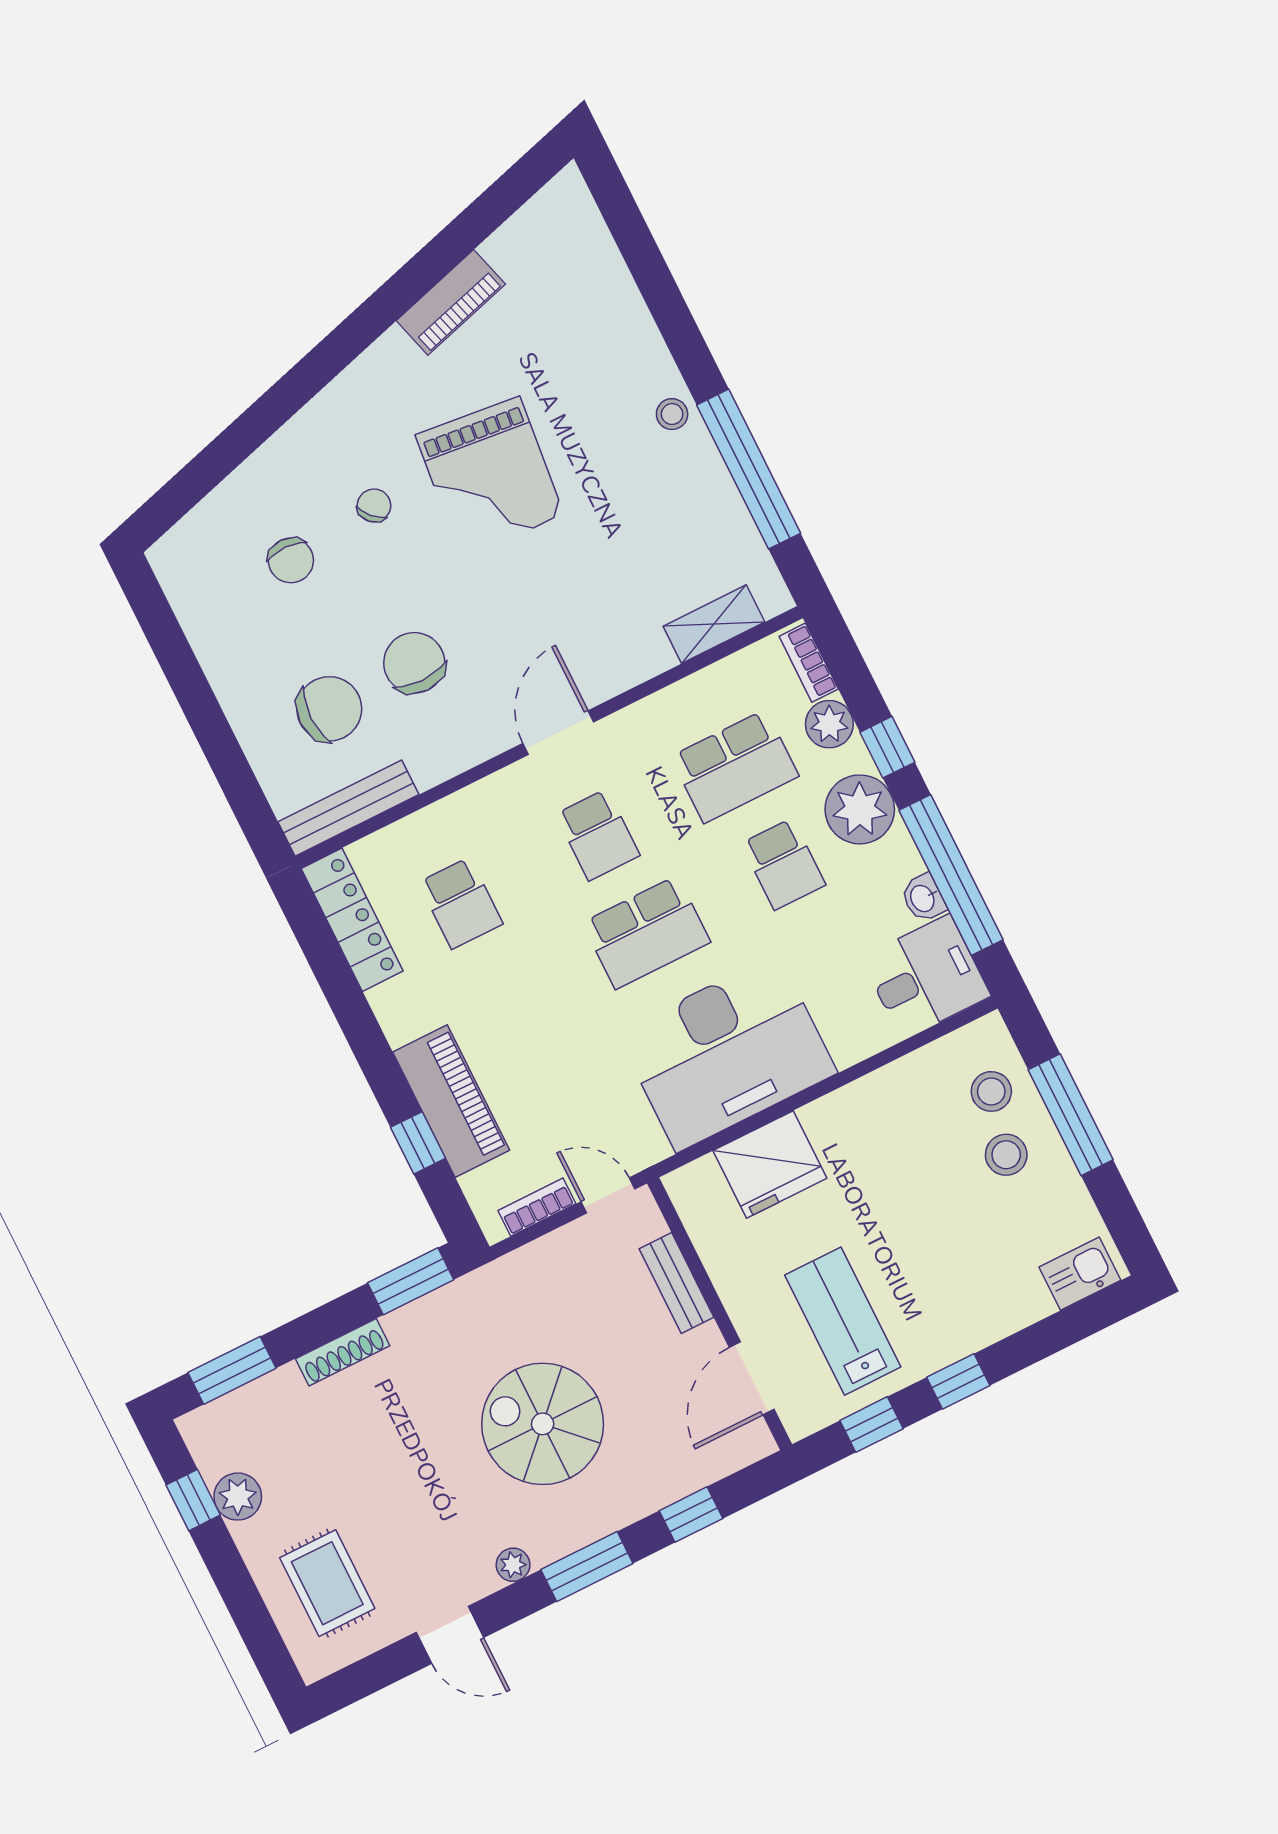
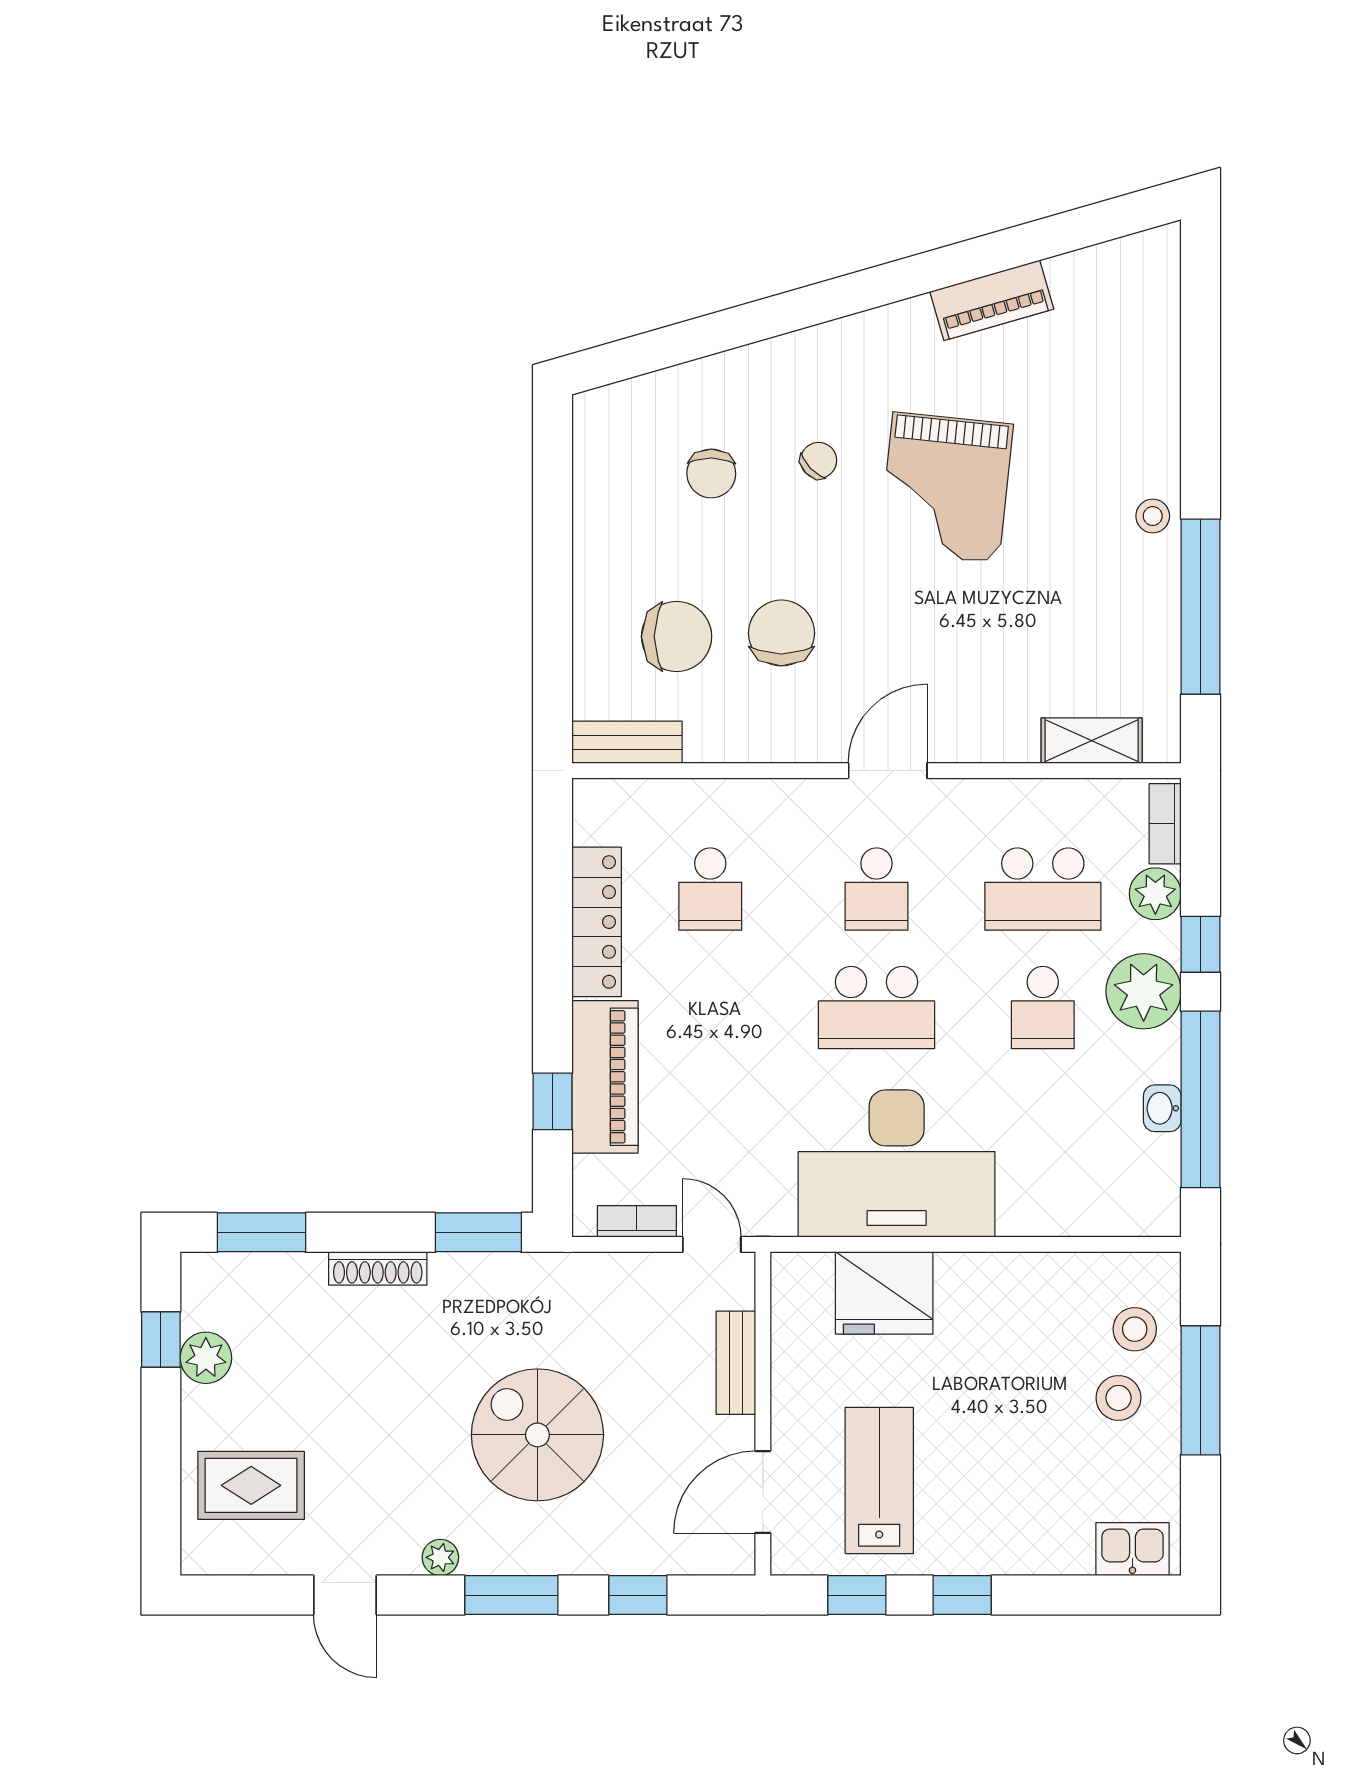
bench: (348, 808) -> (627, 742), width x0.73
locker: (352, 920) -> (597, 922), moved
desk: (926, 977) -> (1127, 1186), removed
rug: (327, 1583) -> (251, 1485), turned 90

